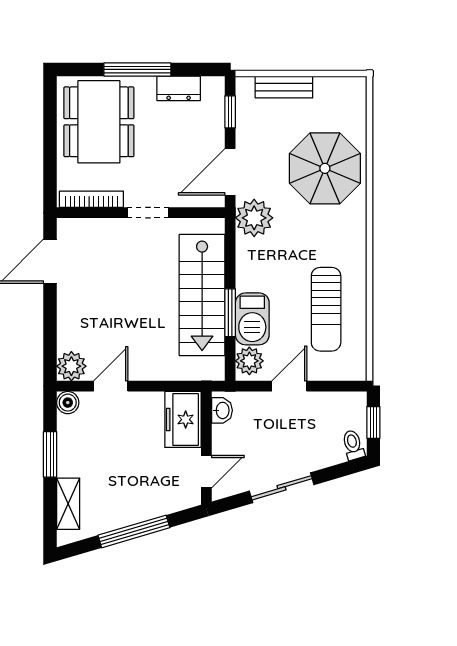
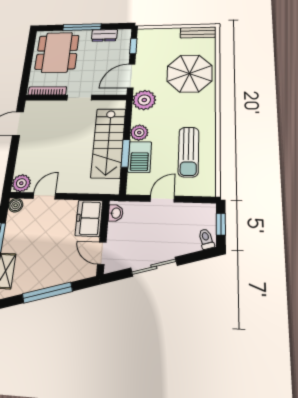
bench: (284, 87) -> (198, 32), moved
plant: (249, 361) -> (139, 133), moved
door: (206, 472) -> (102, 253), swing flipped

